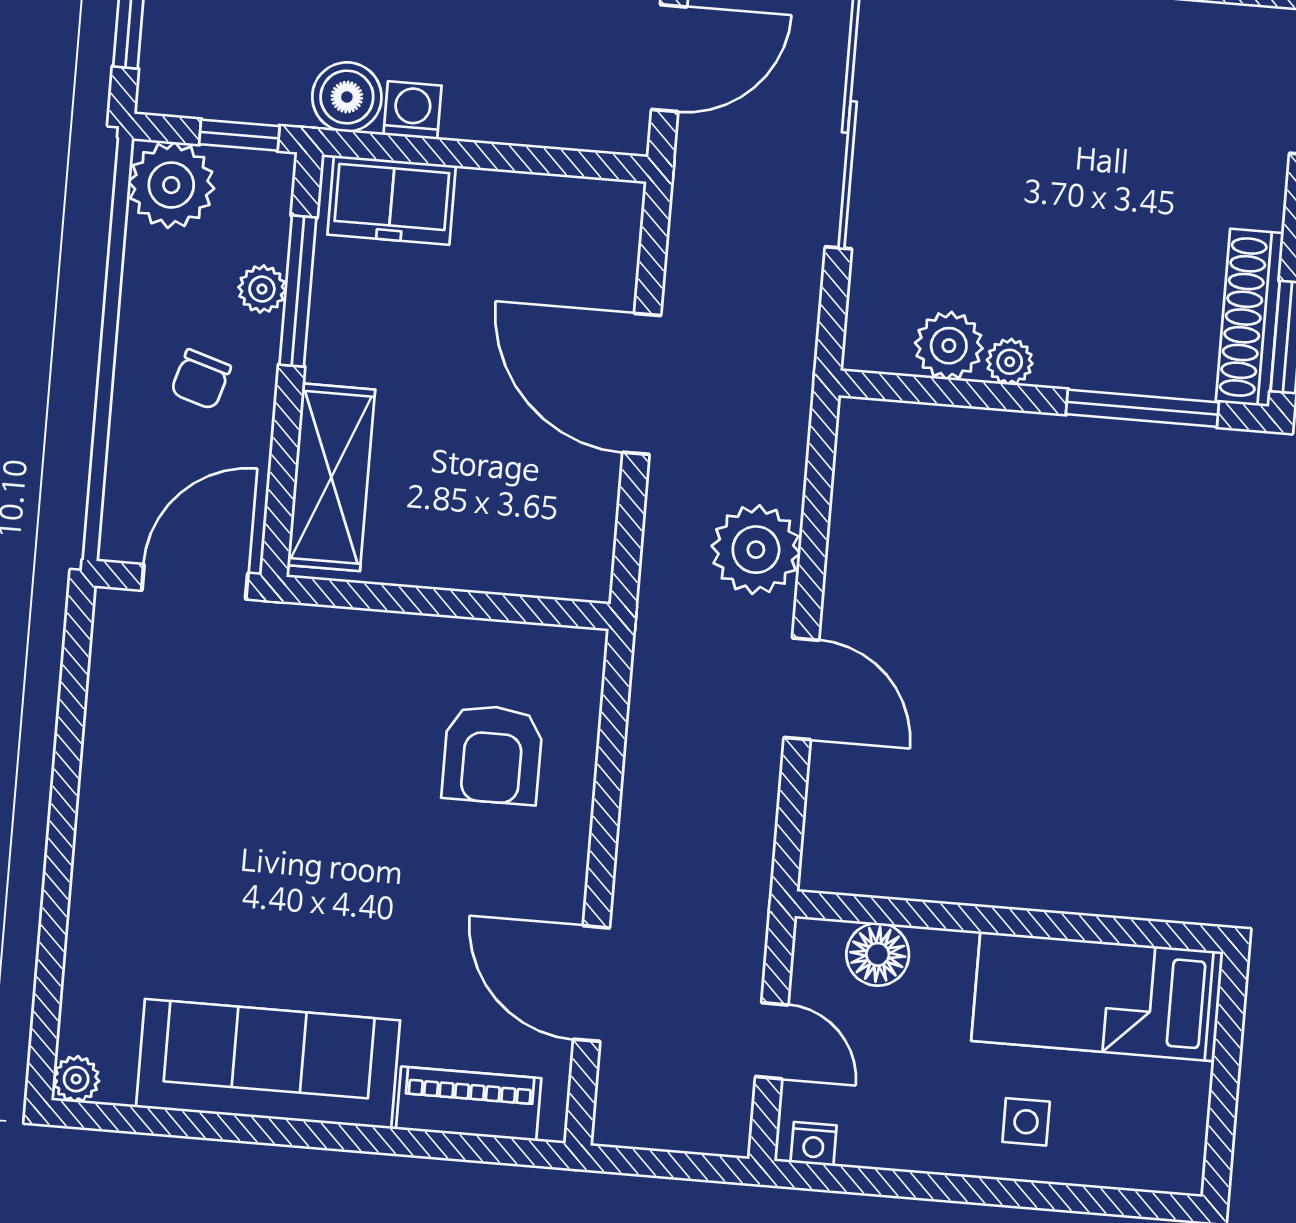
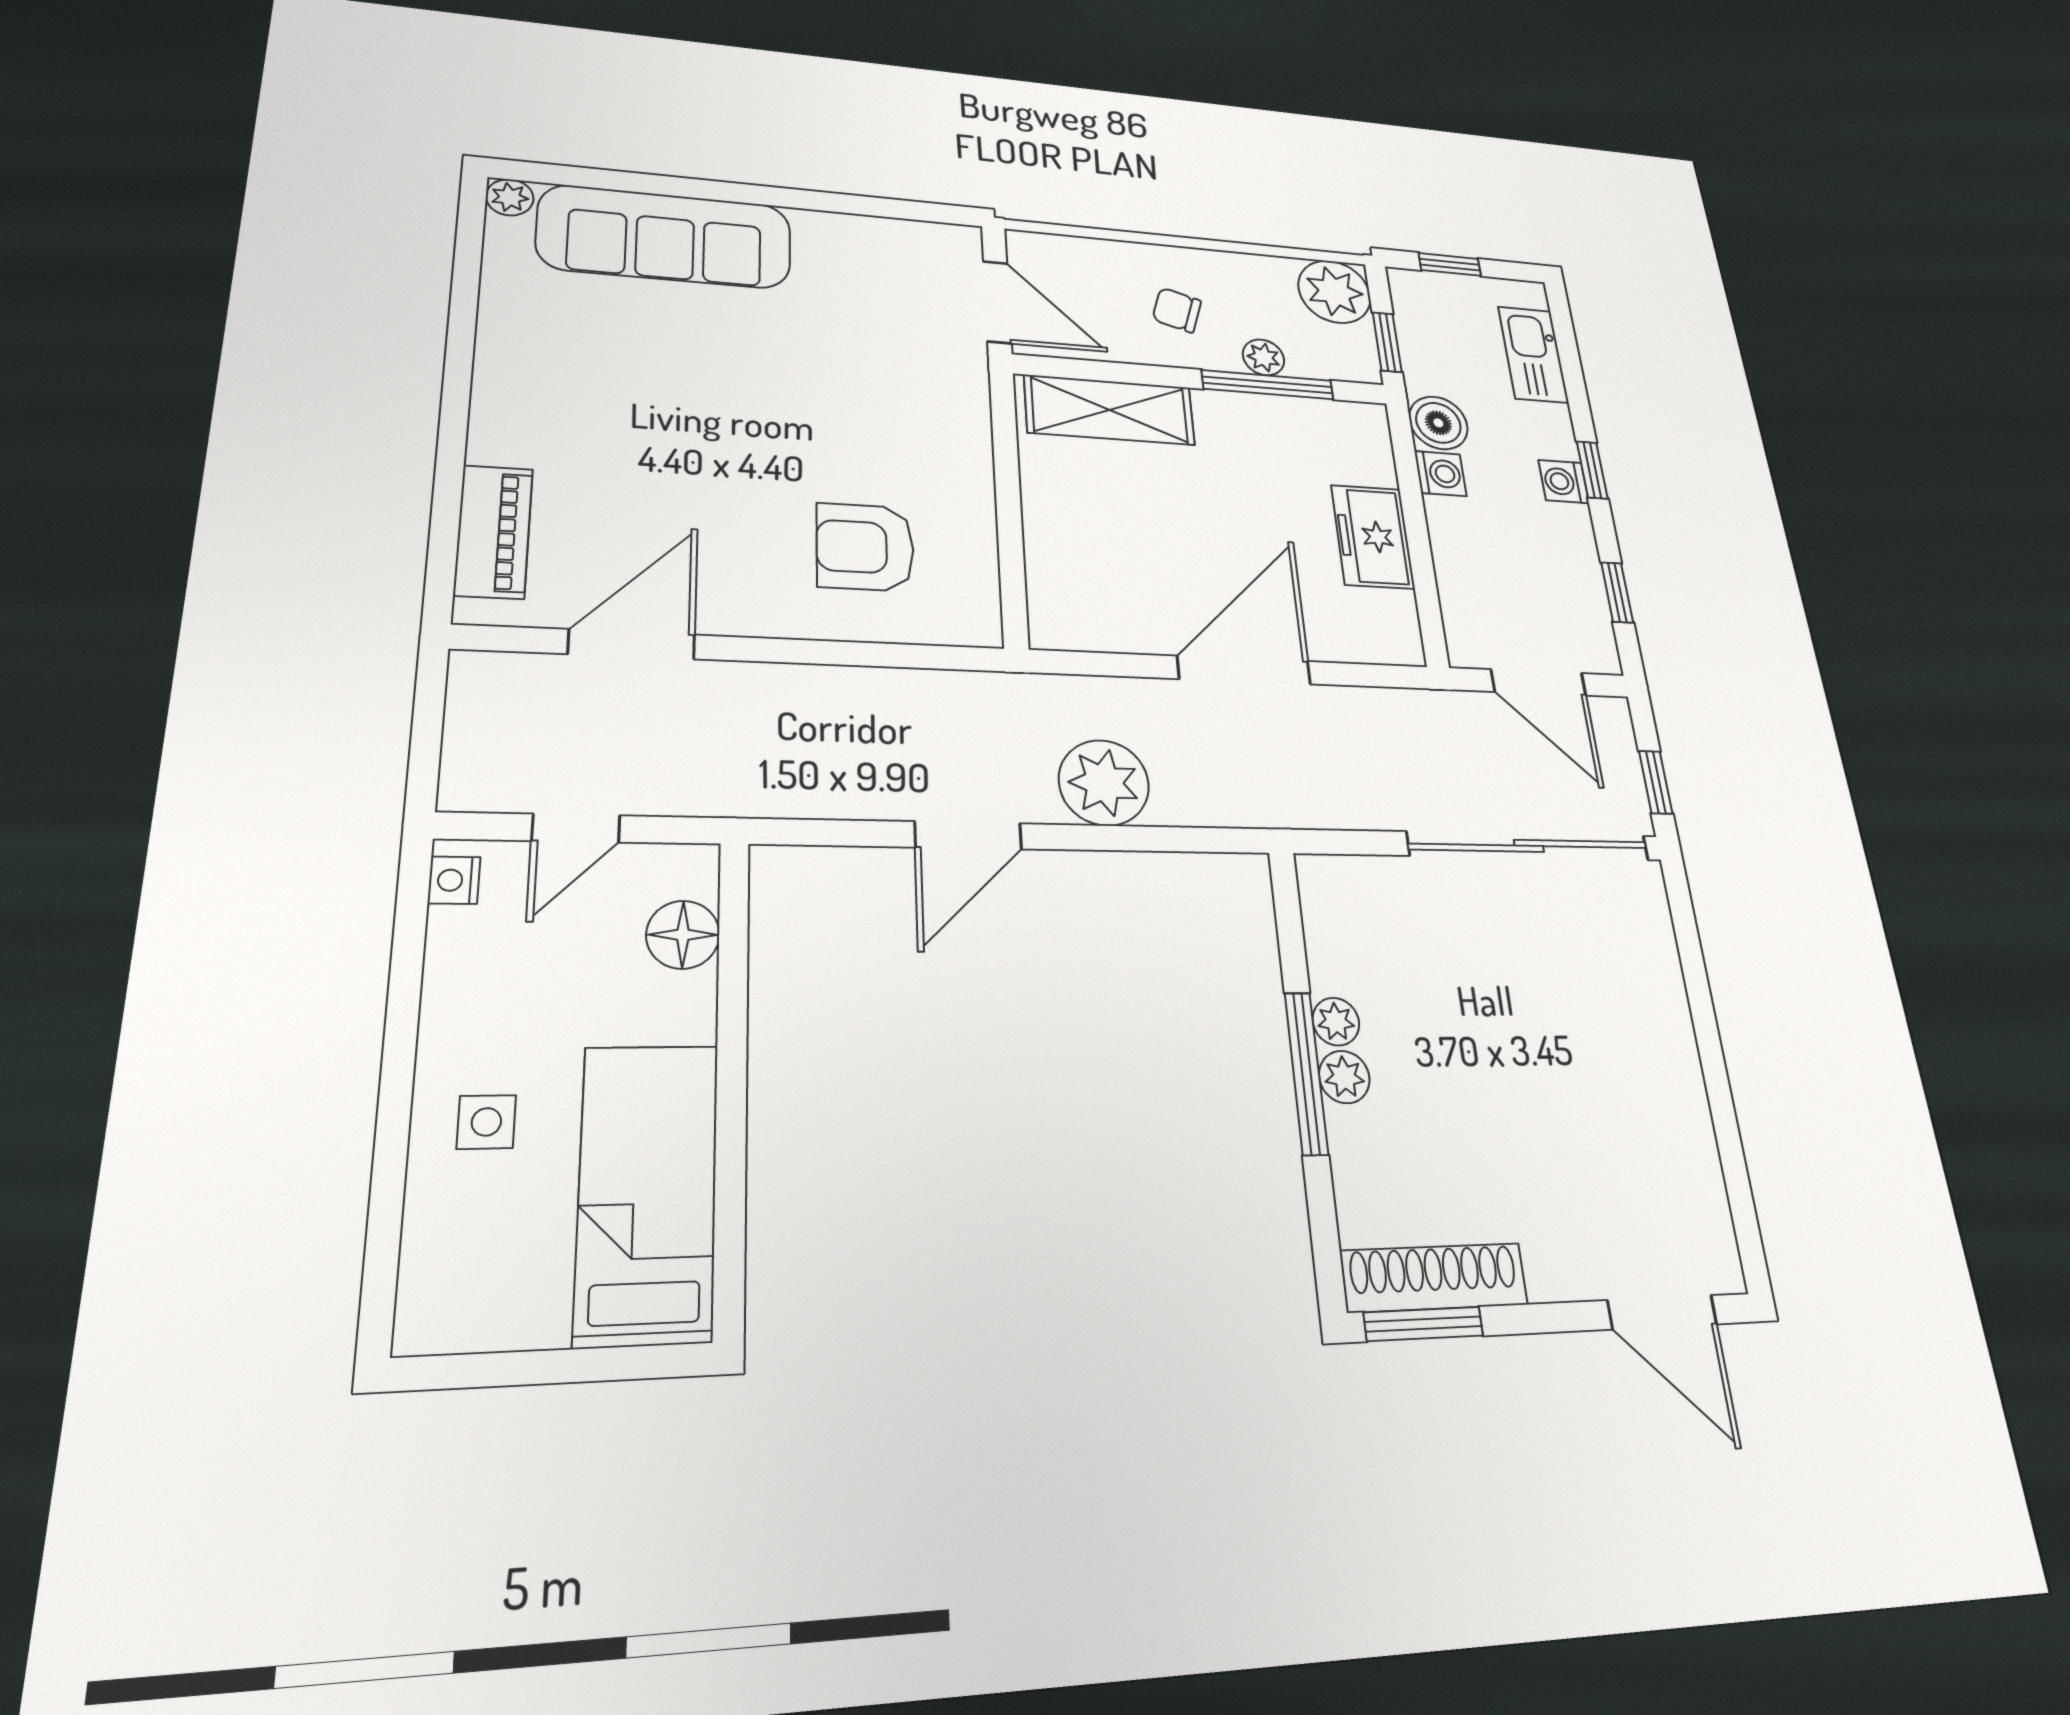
freezer: (392, 200) -> (1373, 537), moved
plant: (949, 346) -> (1344, 1077), moved, width x0.73, depth x0.73
window: (1142, 408) -> (1306, 1073), moved
sofa: (268, 1064) -> (665, 237), moved, turned 90

